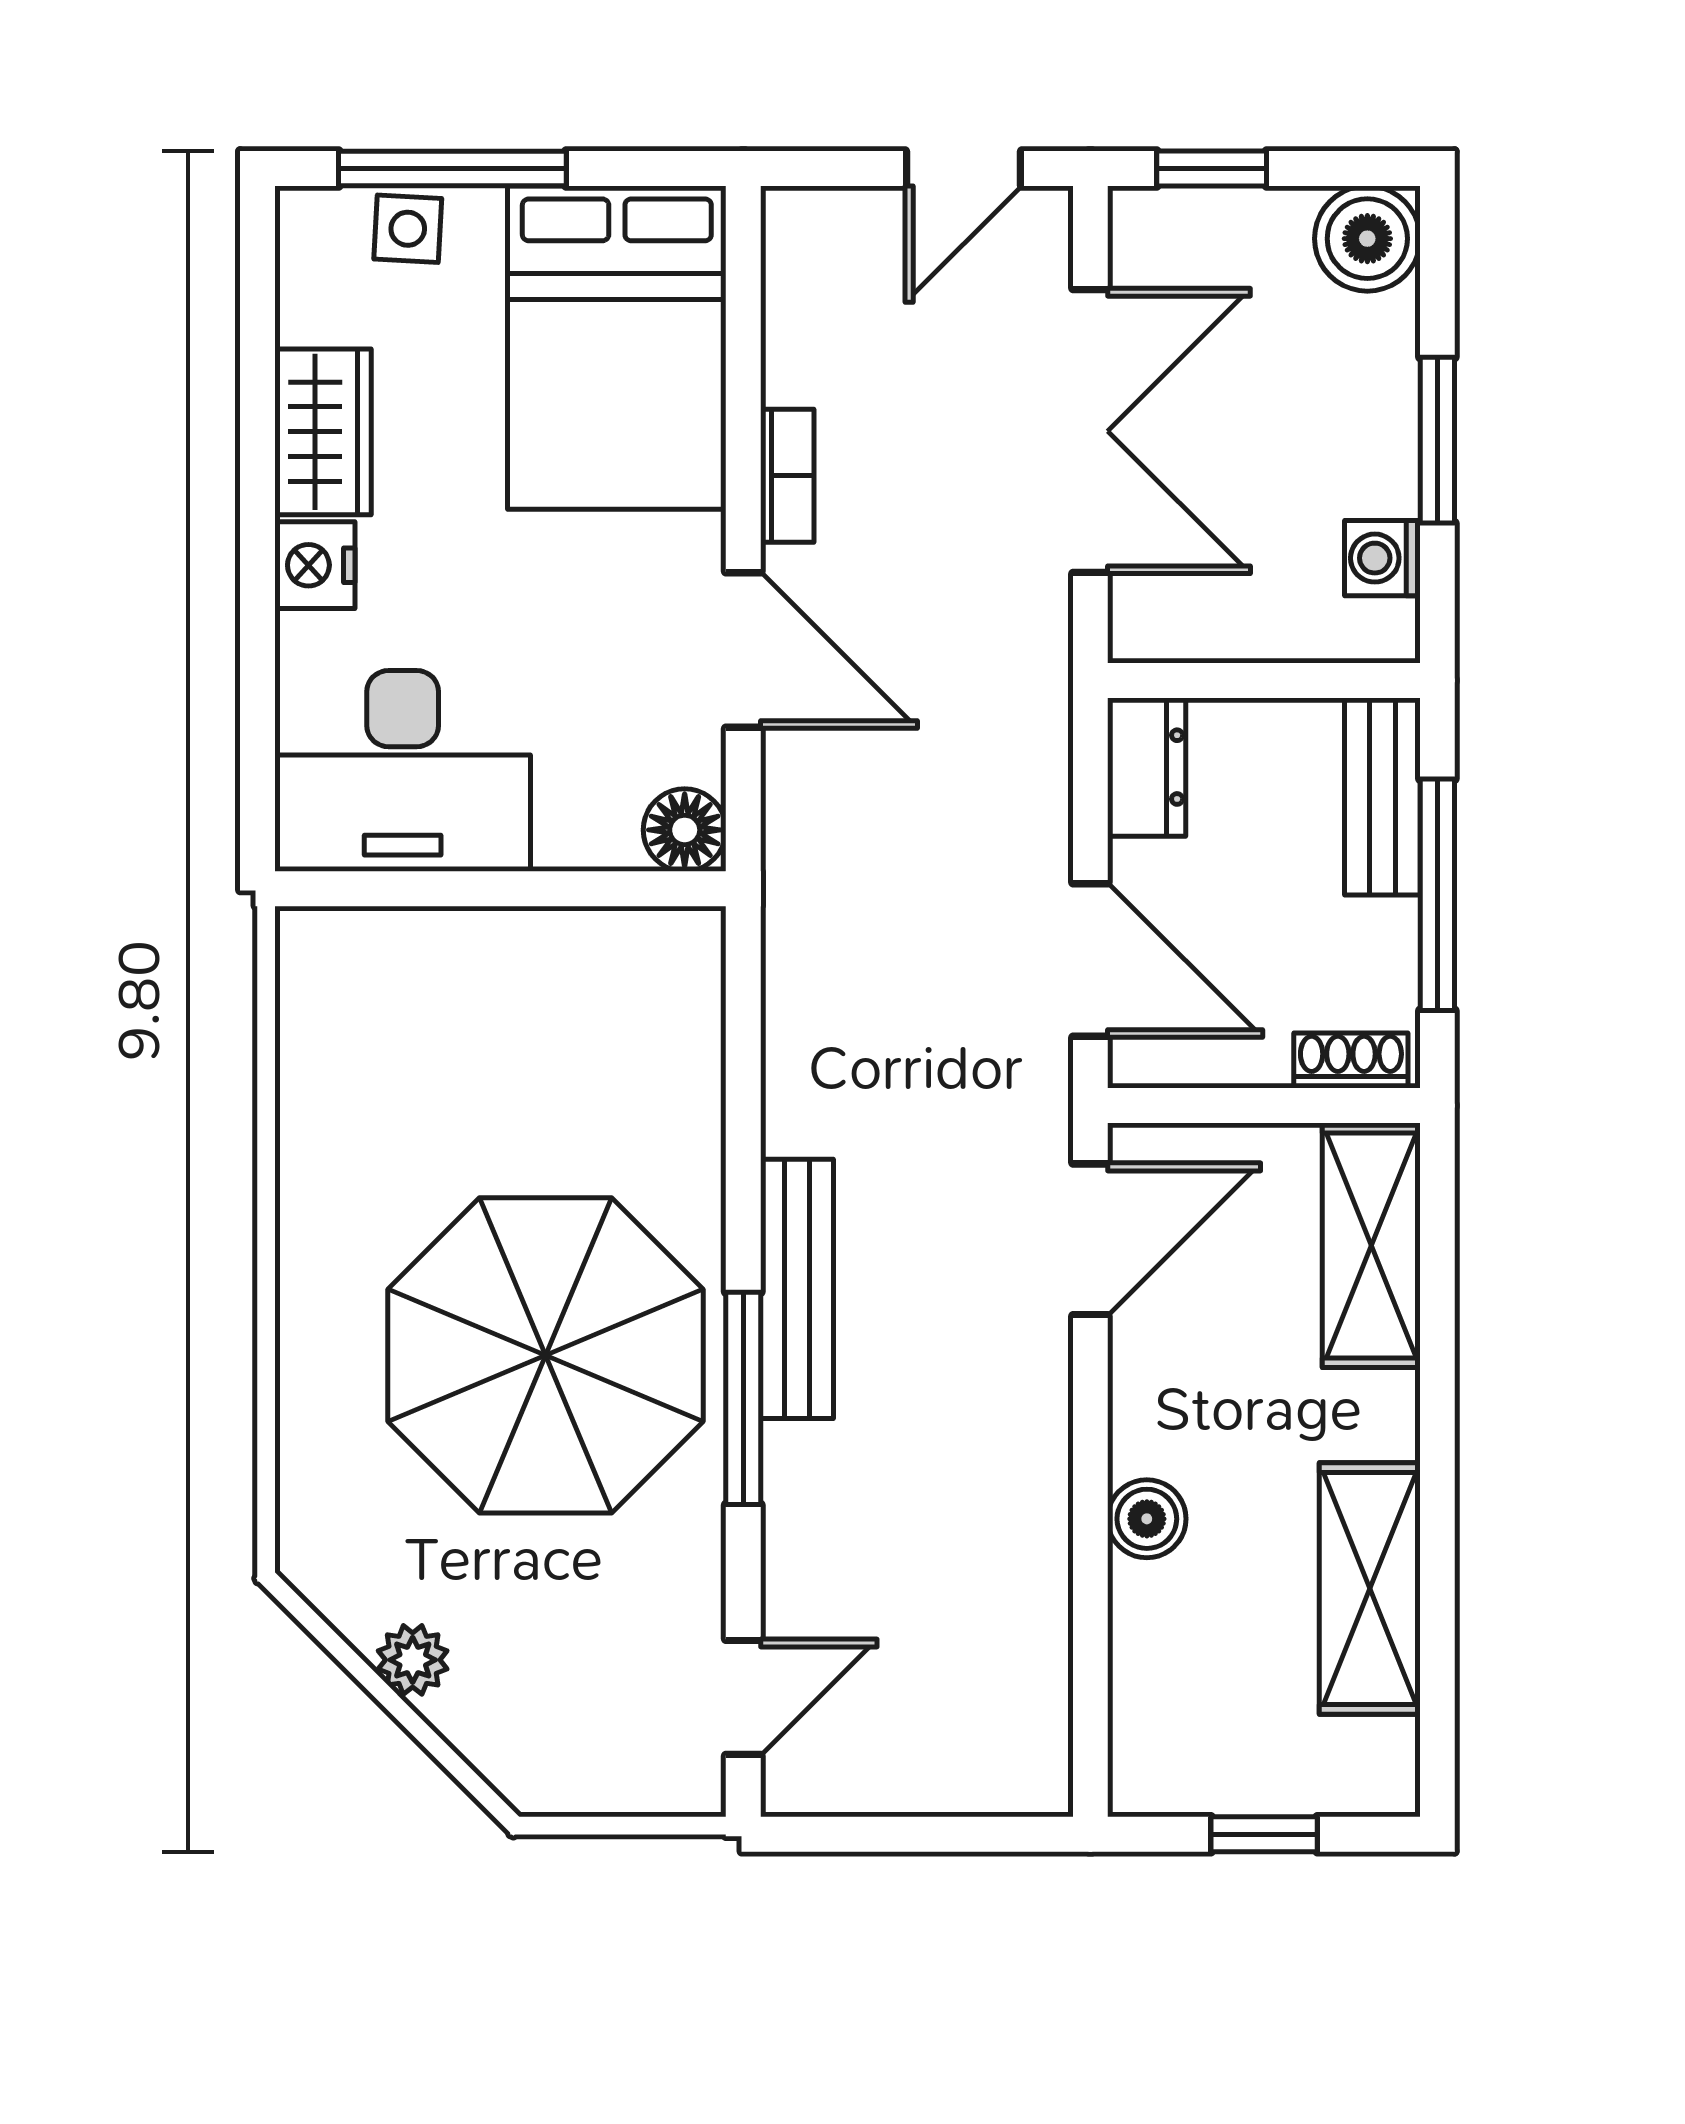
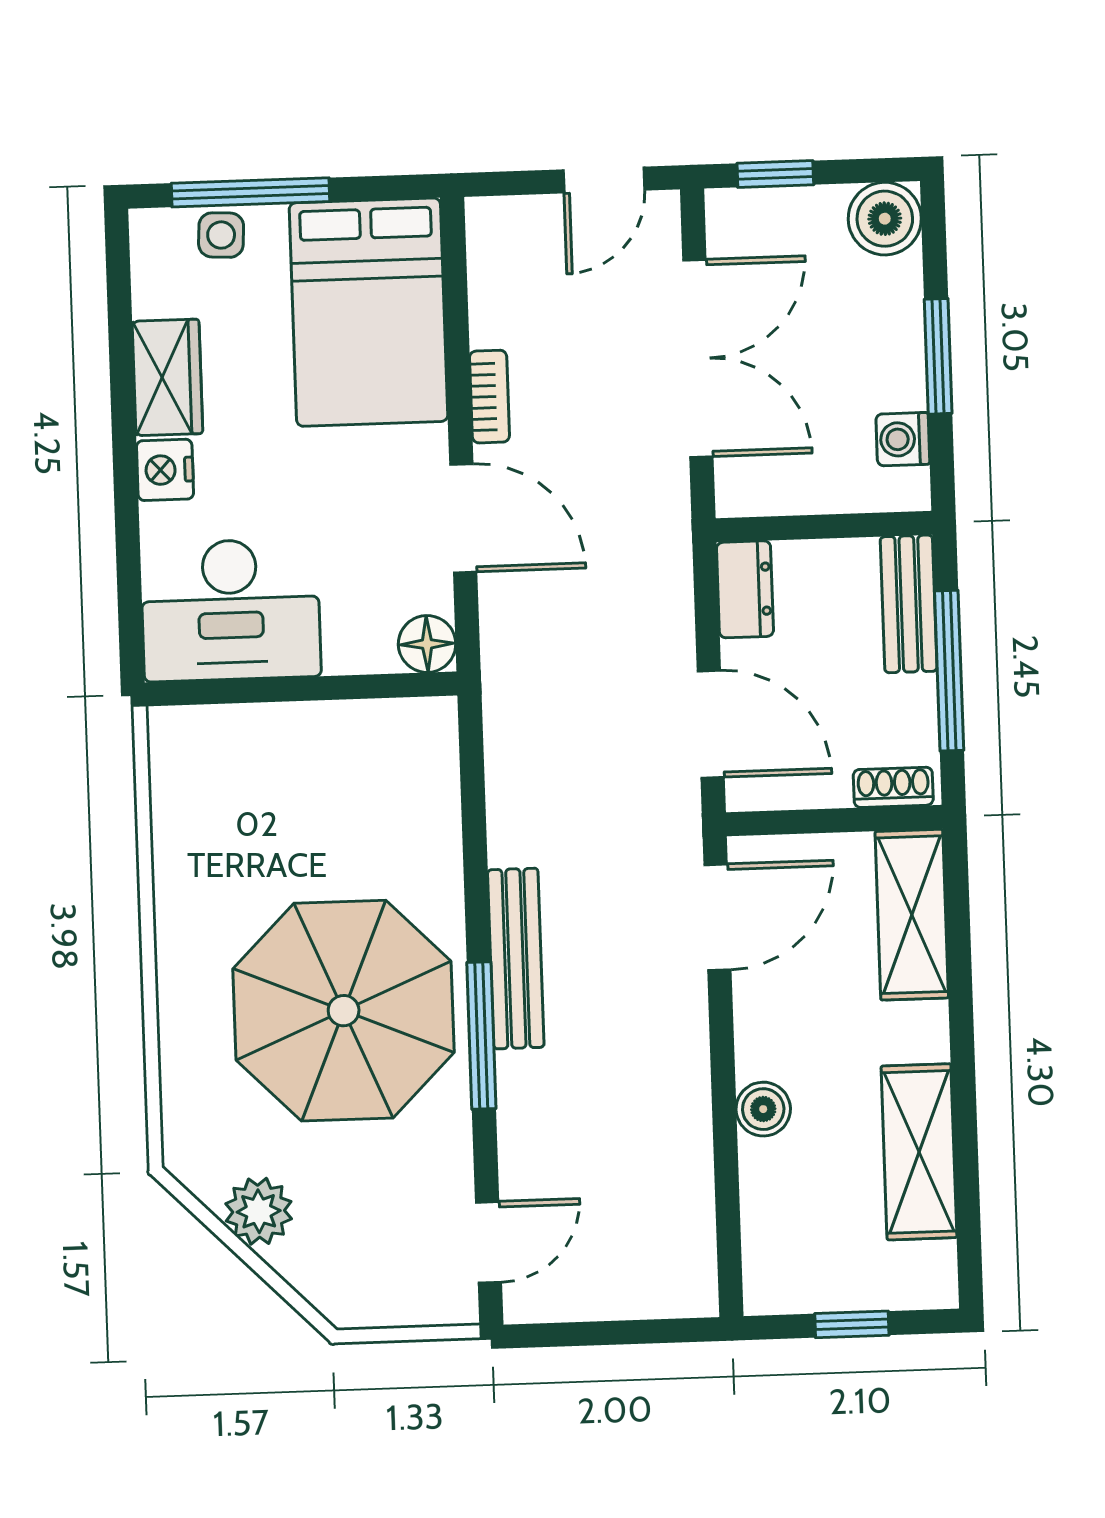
plant: (413, 1660) -> (259, 1211), width x1.38, depth x1.38

